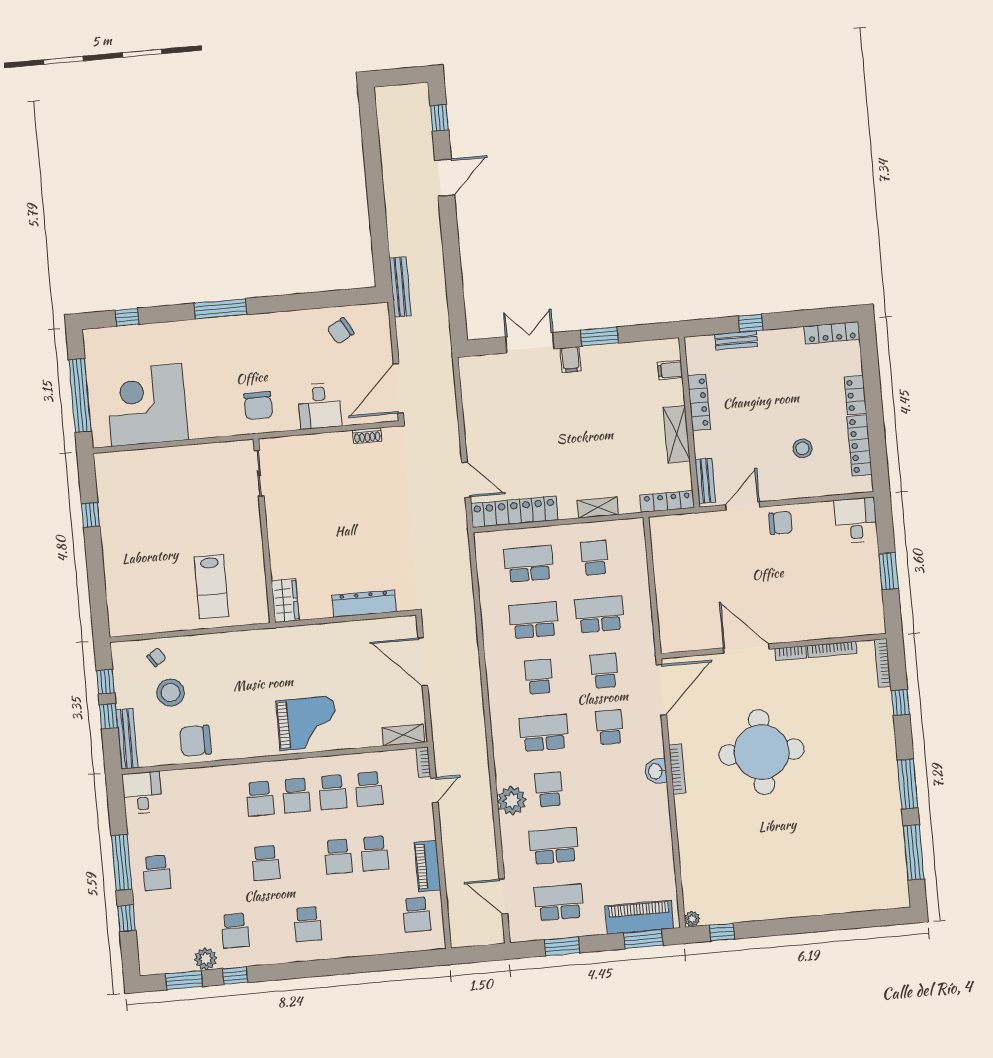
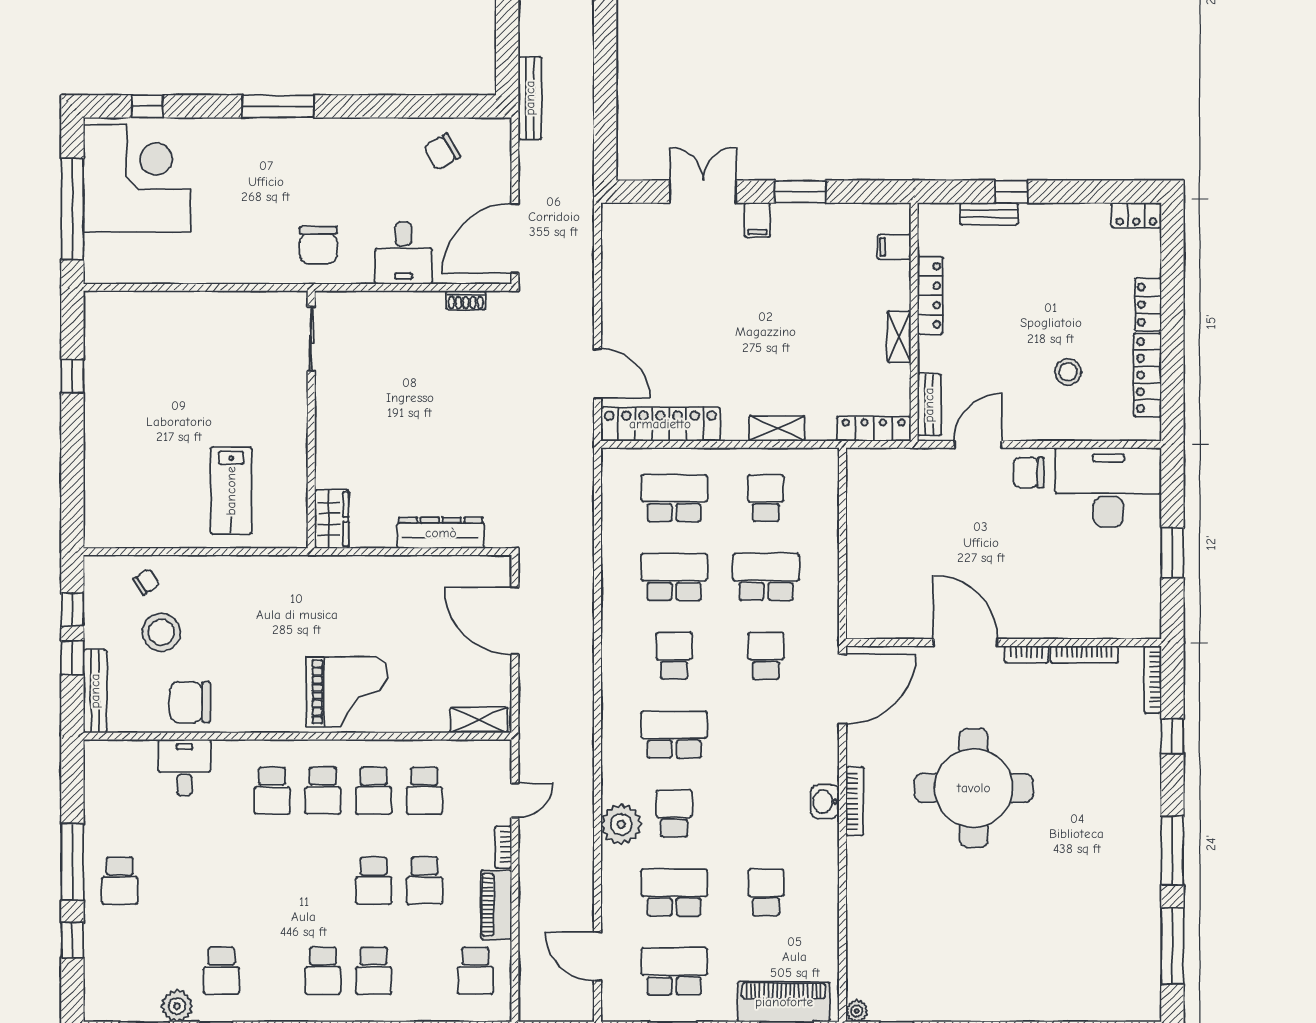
locker: (832, 333) -> (1136, 215), width x0.66
corner desk: (147, 405) -> (137, 178), moved, turned 90
shelving: (677, 434) -> (899, 337), width x0.67, depth x0.75
desk: (856, 520) -> (1108, 487), width x1.87, depth x1.30
chair: (781, 523) -> (1028, 473), turned 180
school desk: (610, 727) -> (766, 892), moved
bookcase: (423, 762) -> (503, 847), moved
desk: (142, 793) -> (184, 768), moved
school desk: (266, 863) -> (374, 971), moved

